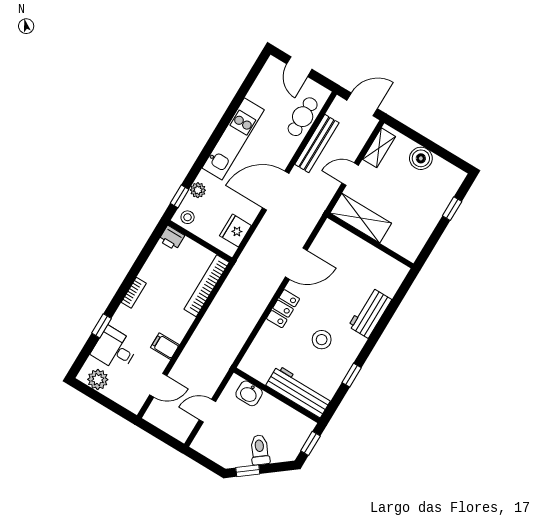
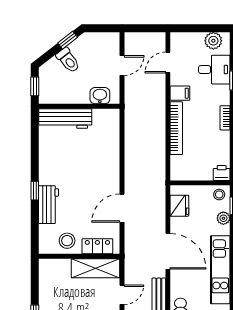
door: (276, 191) -> (168, 251), hinge flipped
bookcase: (207, 286) -> (176, 128), moved
locker: (283, 309) -> (97, 246), moved, turned 90
stool: (322, 340) -> (67, 241), moved
window: (352, 375) -> (35, 191), moved

